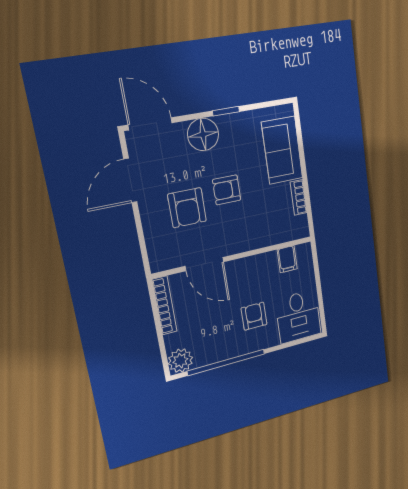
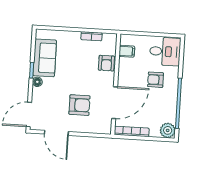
floor lamp: (203, 134) -> (37, 82), width x0.53, depth x0.53
sofa: (282, 150) -> (45, 58), moved, turned -90
armchair: (227, 190) -> (106, 63), moved
door: (204, 264) -> (115, 103), width x1.36

